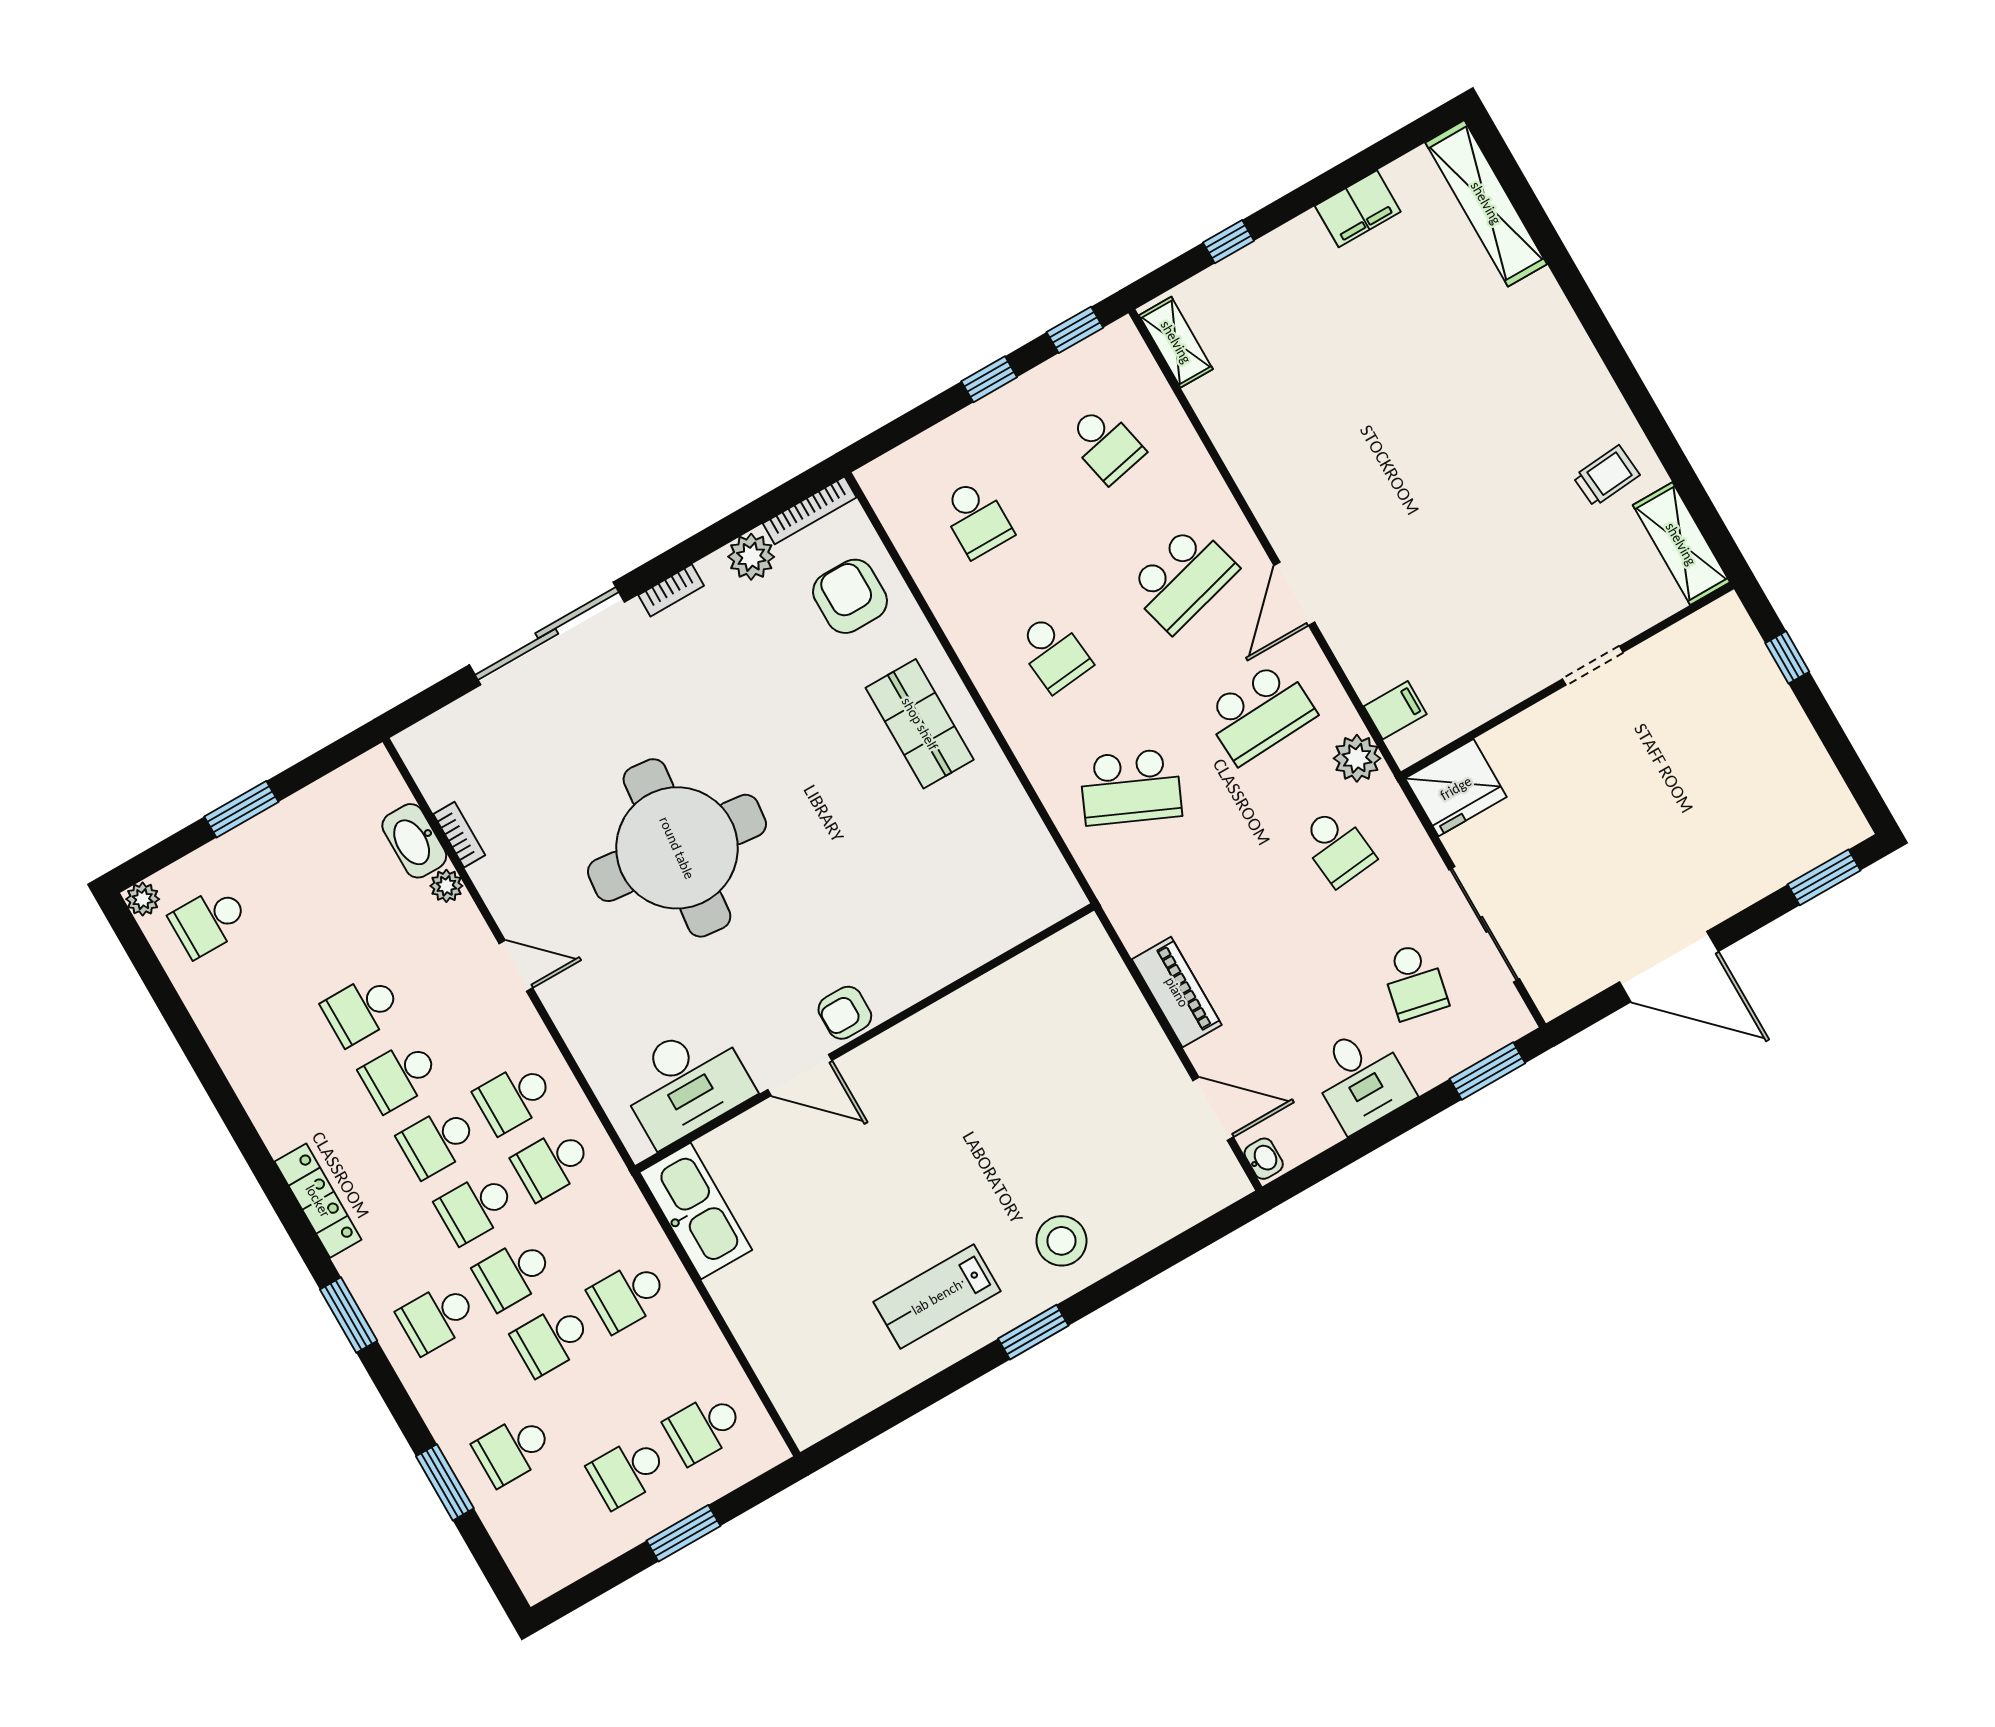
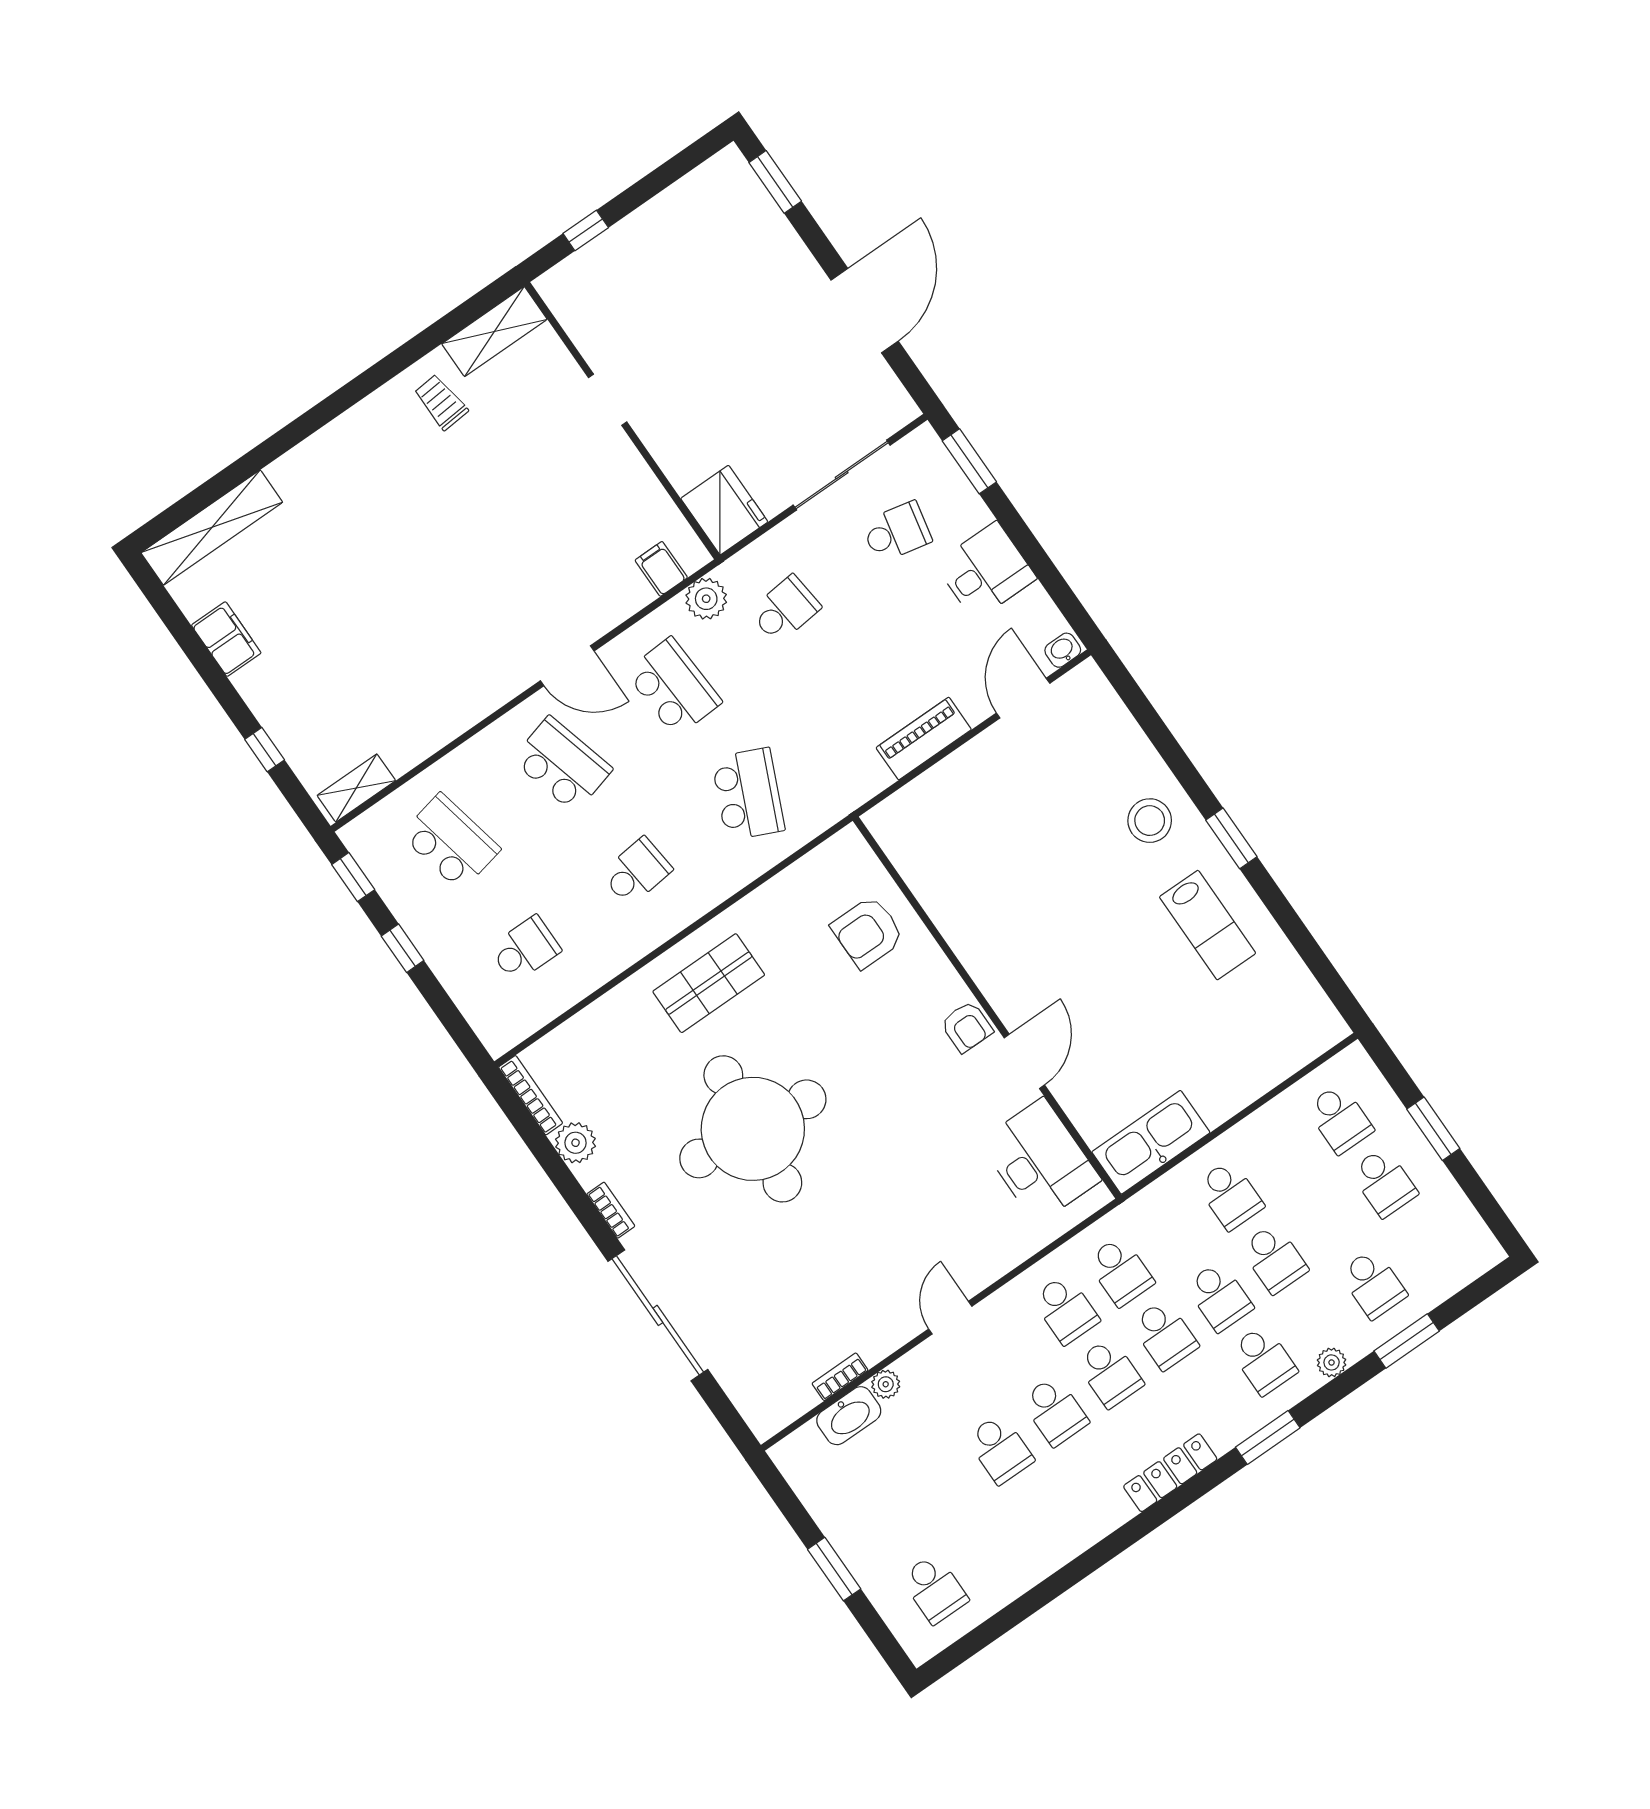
school desk: (1105, 444) -> (451, 842), width x1.85
armchair: (850, 596) -> (868, 932), moved
round table: (677, 848) -> (753, 1129), moved
plant: (143, 899) -> (1332, 1362), moved

